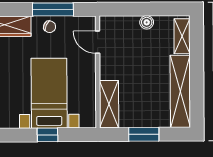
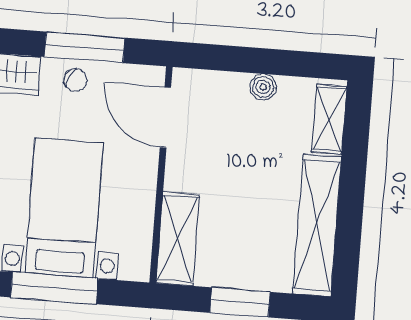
door: (98, 42) -> (165, 117), width x1.38
window: (48, 135) -> (54, 288), width x2.17

